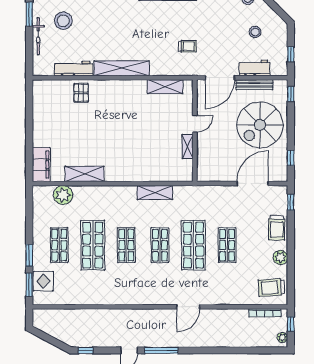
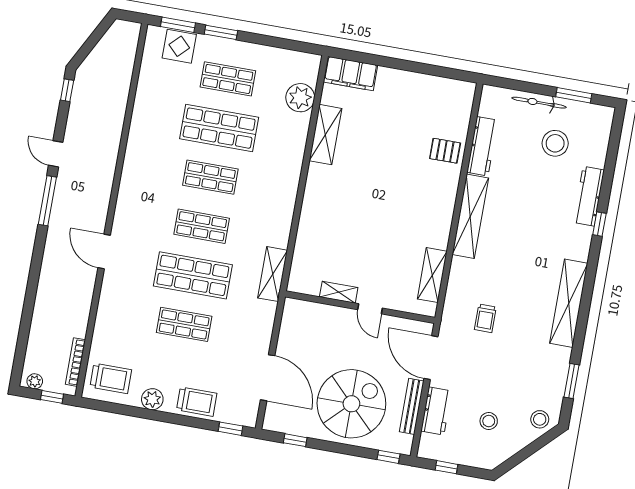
spiral stairs: (260, 125) -> (351, 404), turned 90
shelving: (155, 192) -> (273, 274), moved
trolley: (277, 228) -> (197, 402), turned 180
trolley: (271, 287) -> (111, 378), turned 94

